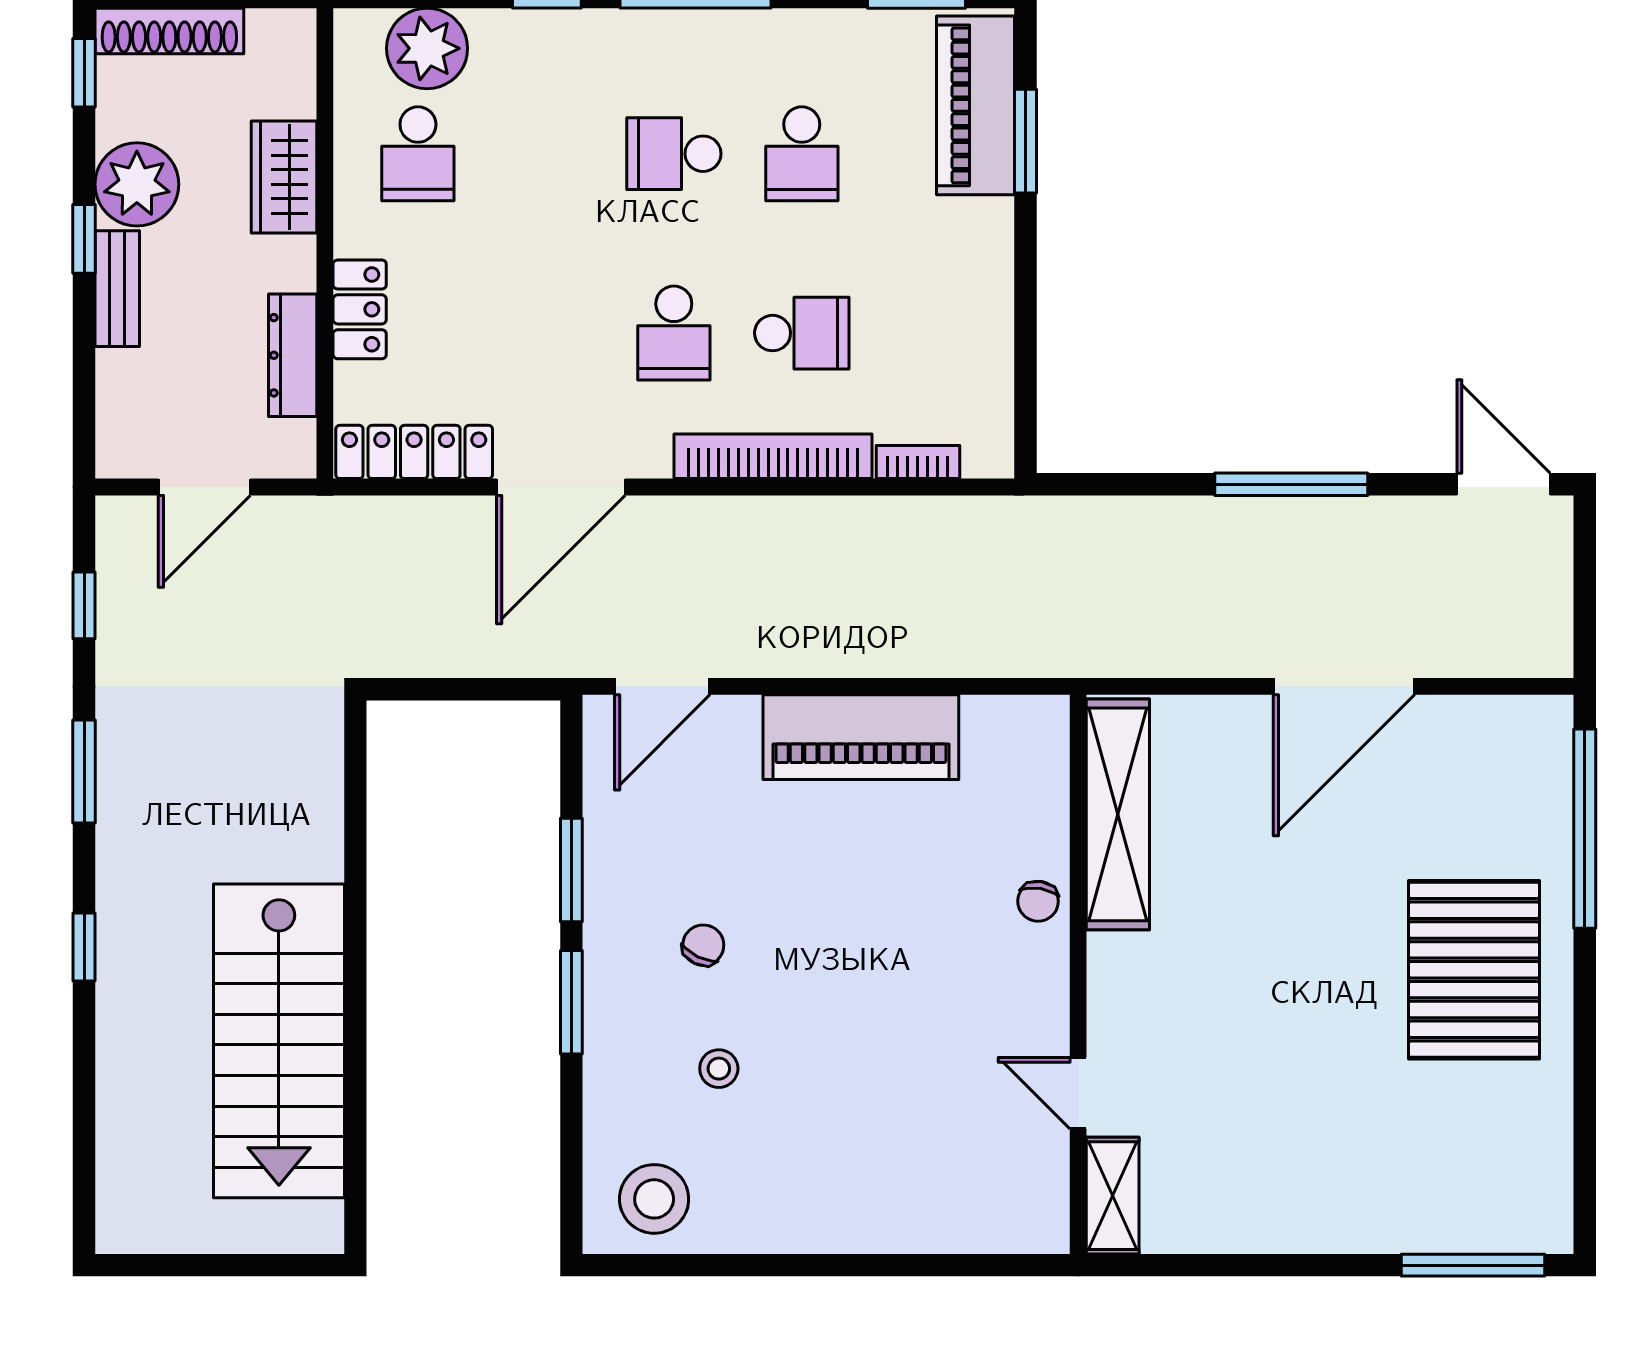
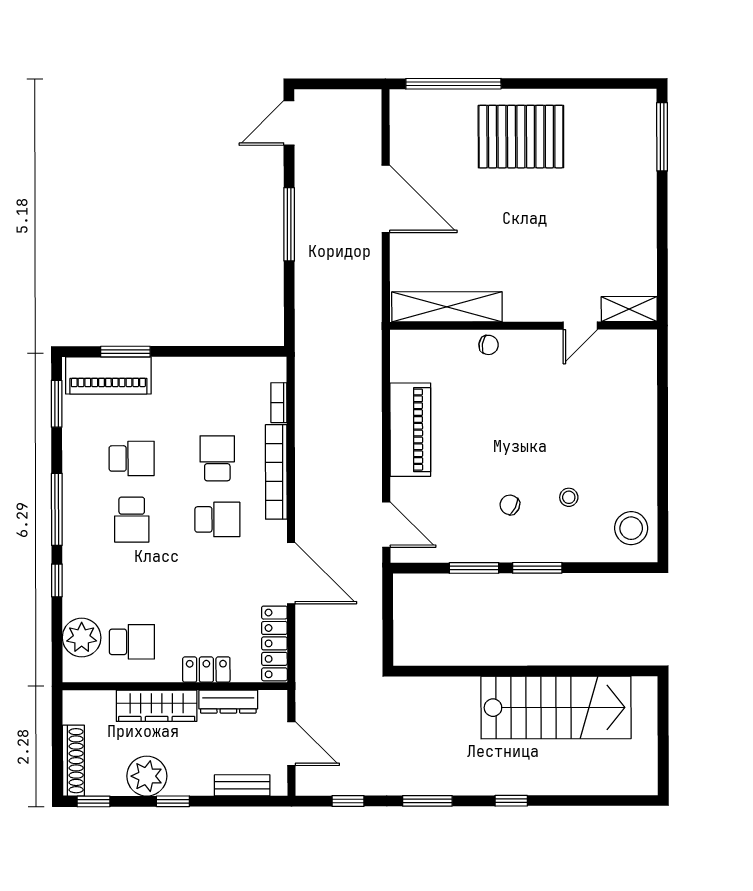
wardrobe: (284, 177) -> (157, 706), width x1.50
bench: (117, 289) -> (242, 785), moved

